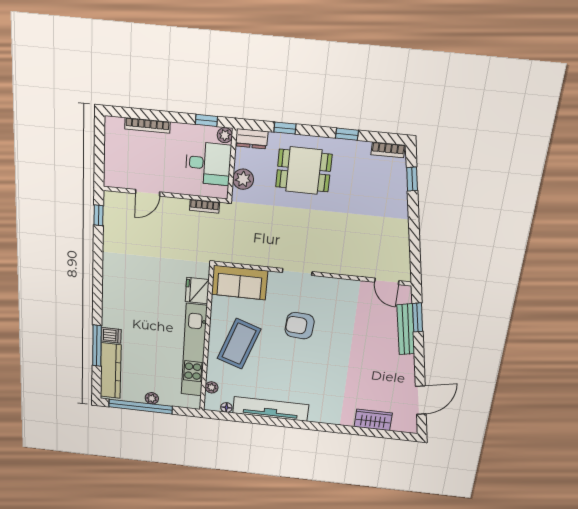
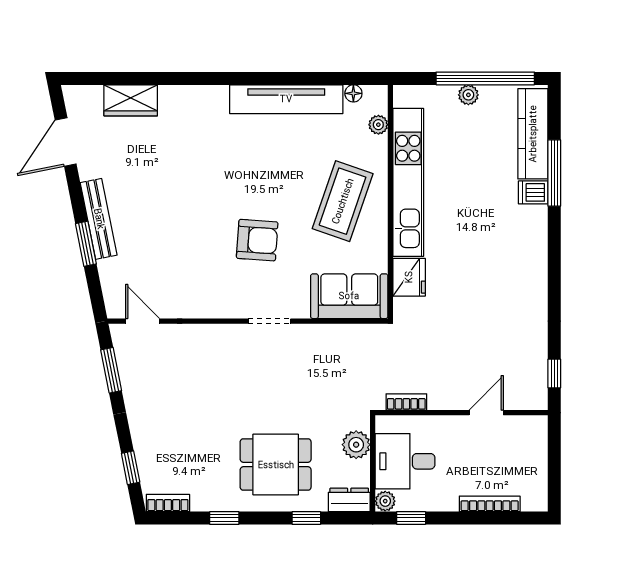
window: (415, 250) -> (111, 370), added
window: (418, 317) -> (86, 244), moved
bench: (406, 329) -> (99, 219), moved

